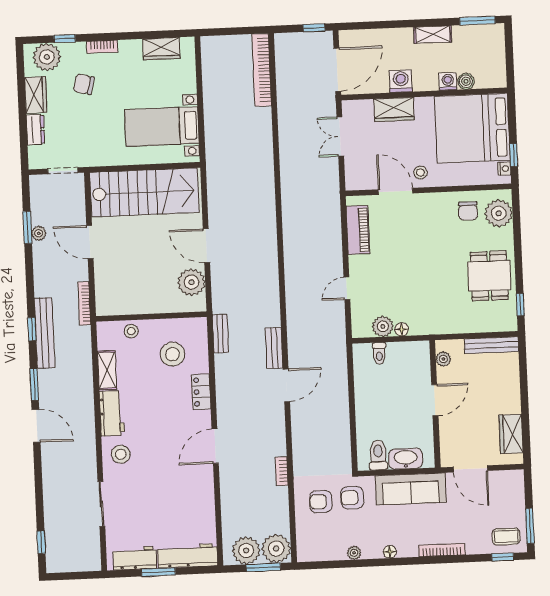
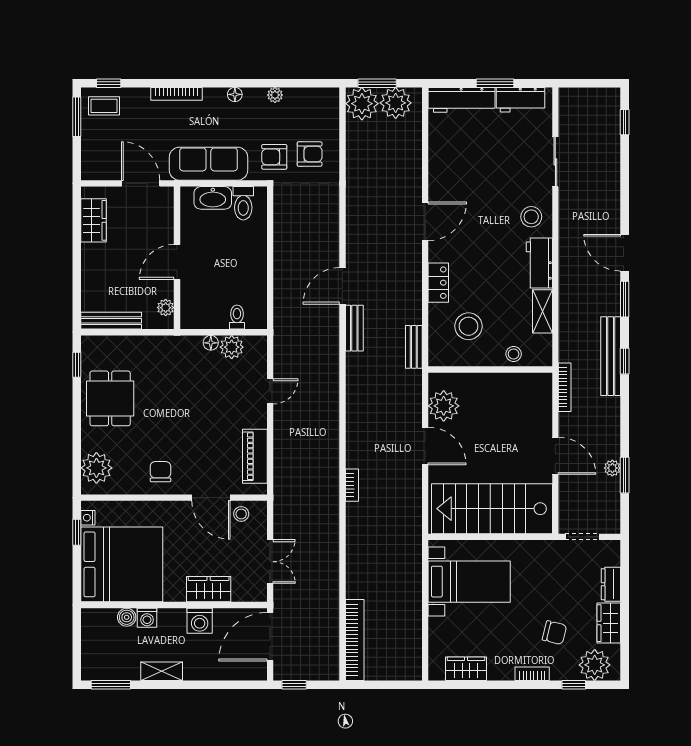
stool: (421, 172) -> (241, 514), moved
chair: (468, 211) -> (160, 472), moved
bookcase: (282, 471) -> (352, 485), moved
armchair: (352, 498) -> (274, 157), turned 180

